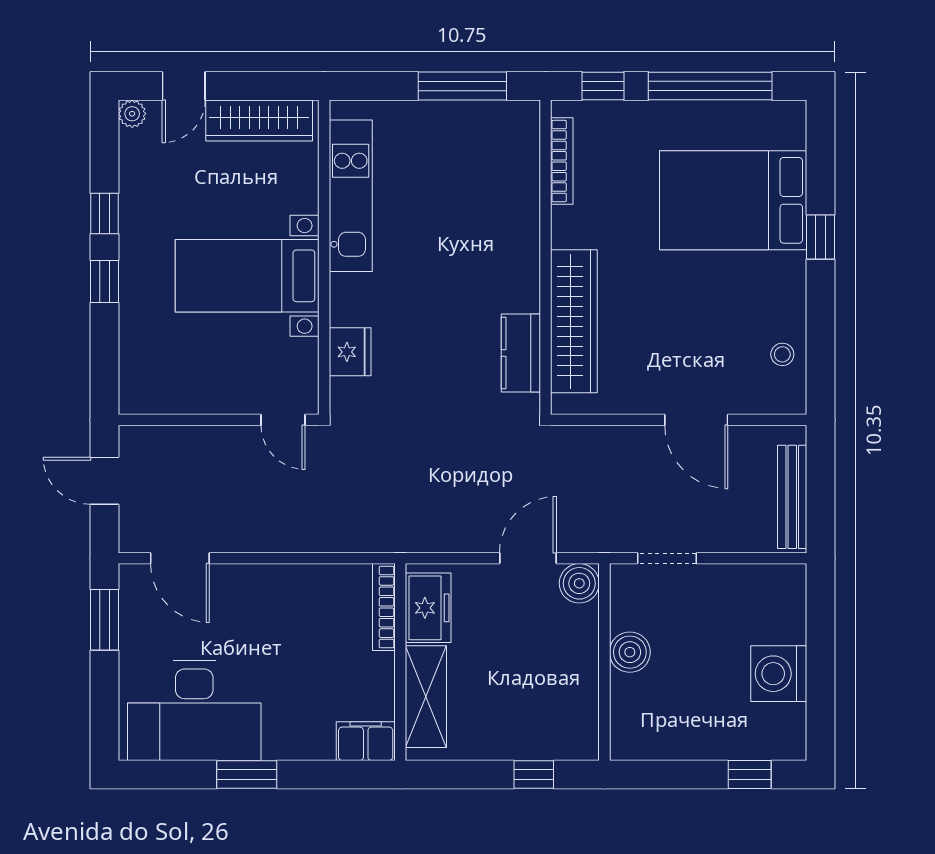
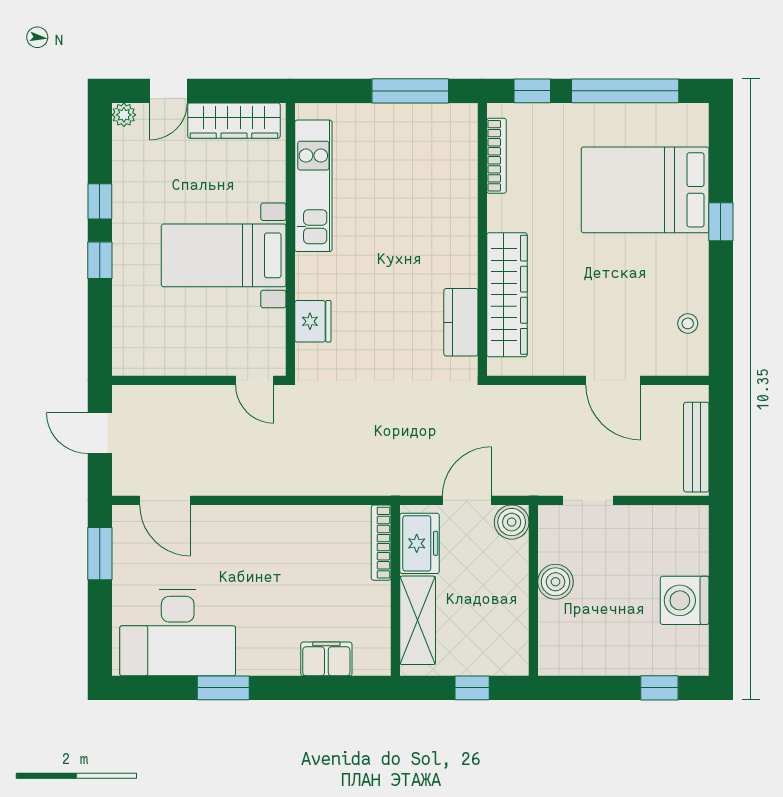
bookcase: (384, 607) -> (381, 543), moved
freezer: (428, 608) -> (419, 543), moved
wall: (400, 662) -> (395, 590), moved
shelving: (426, 697) -> (418, 620), moved

